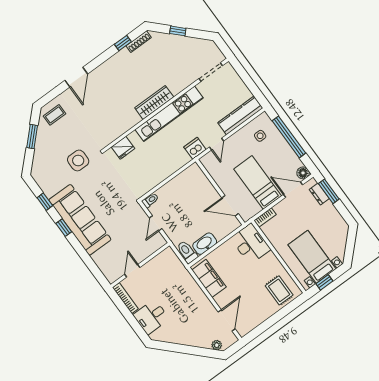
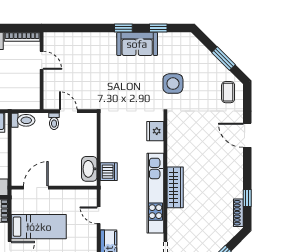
dishwasher: (195, 148) -> (109, 172), moved
toilet: (150, 200) -> (54, 121), moved
sofa: (80, 220) -> (137, 44), width x0.54, depth x0.79
washbasin: (205, 244) -> (89, 169), moved, turned 180

